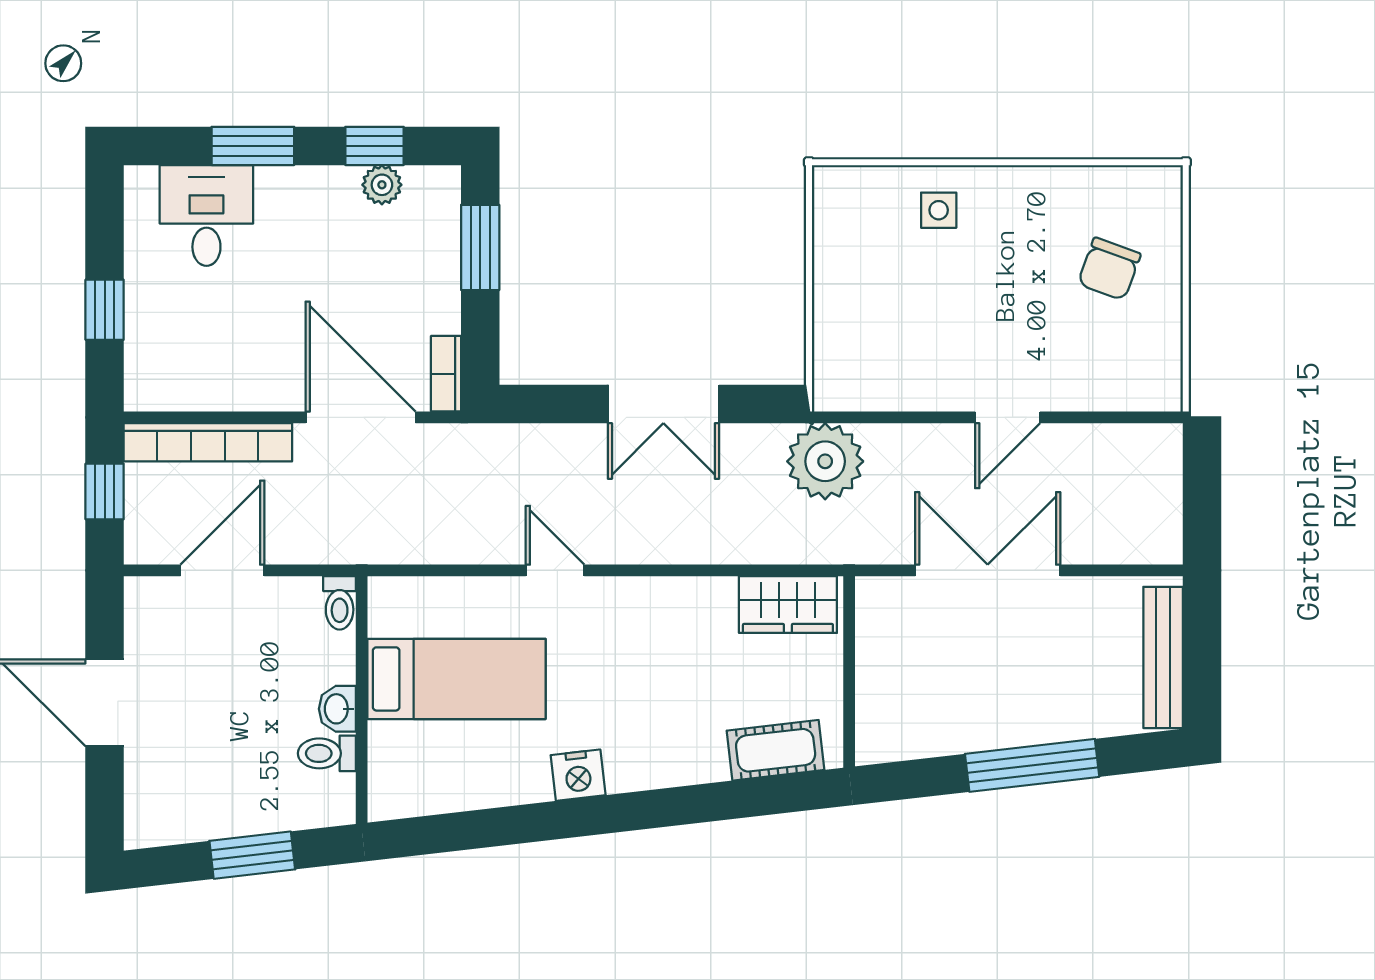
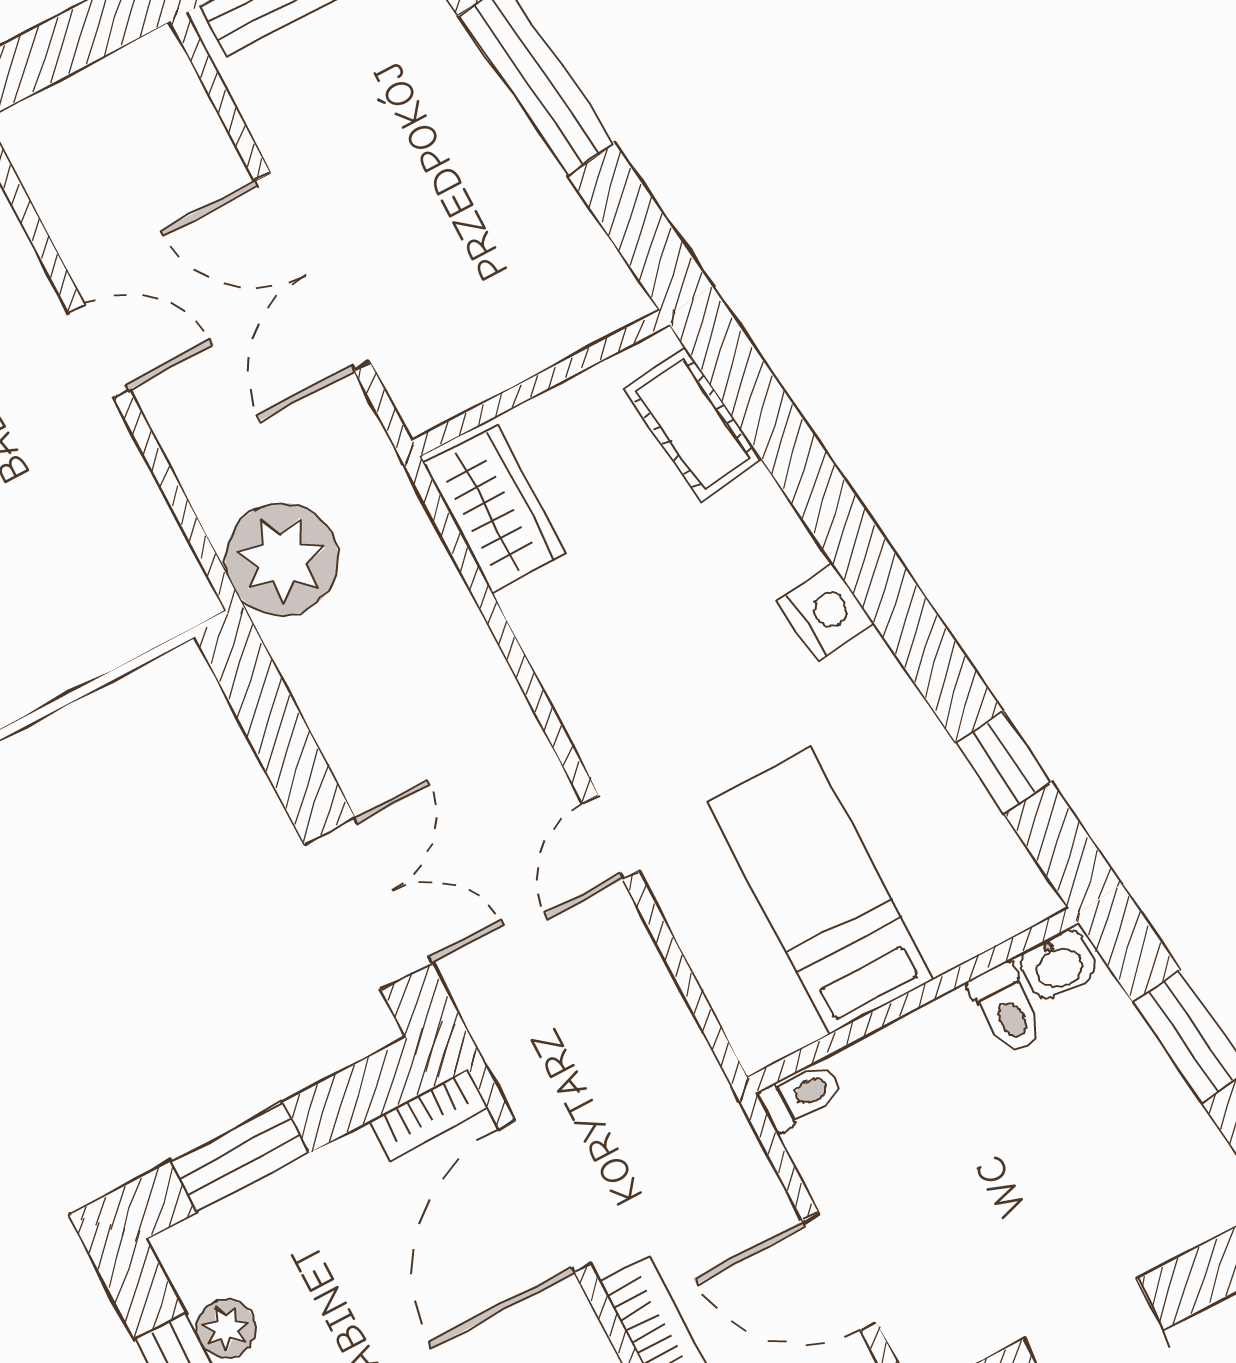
double door: (663, 404) -> (368, 904), moved
washbasin: (337, 709) -> (1058, 964), moved
nightstand: (578, 775) -> (825, 612), moved
window: (475, 829) -> (1004, 763), added

